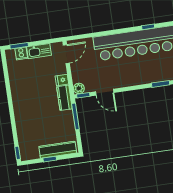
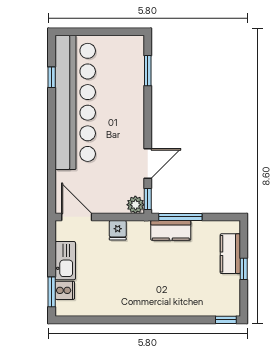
kitchen counter: (64, 98) -> (171, 230), moved
kitchen counter: (58, 150) -> (230, 254), width x0.67

